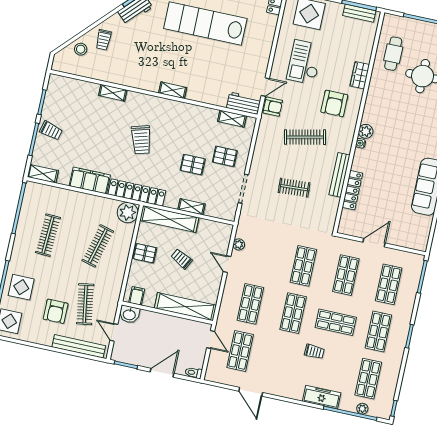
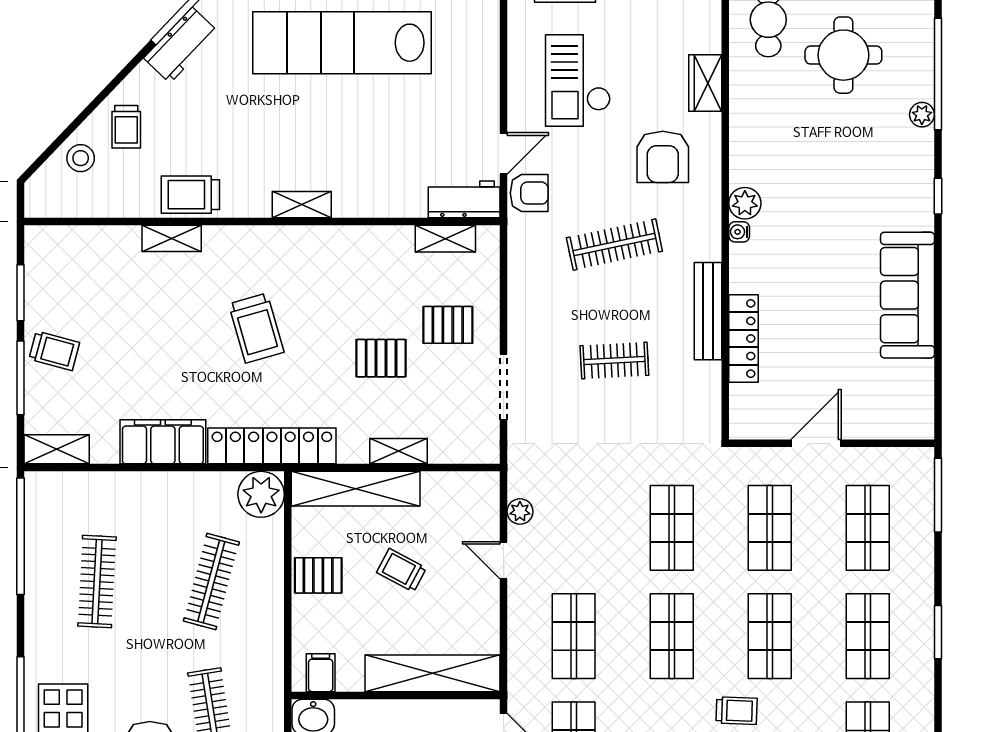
trolley: (125, 75) -> (190, 195), added
shop shelf: (336, 322) -> (770, 636), turned 90

